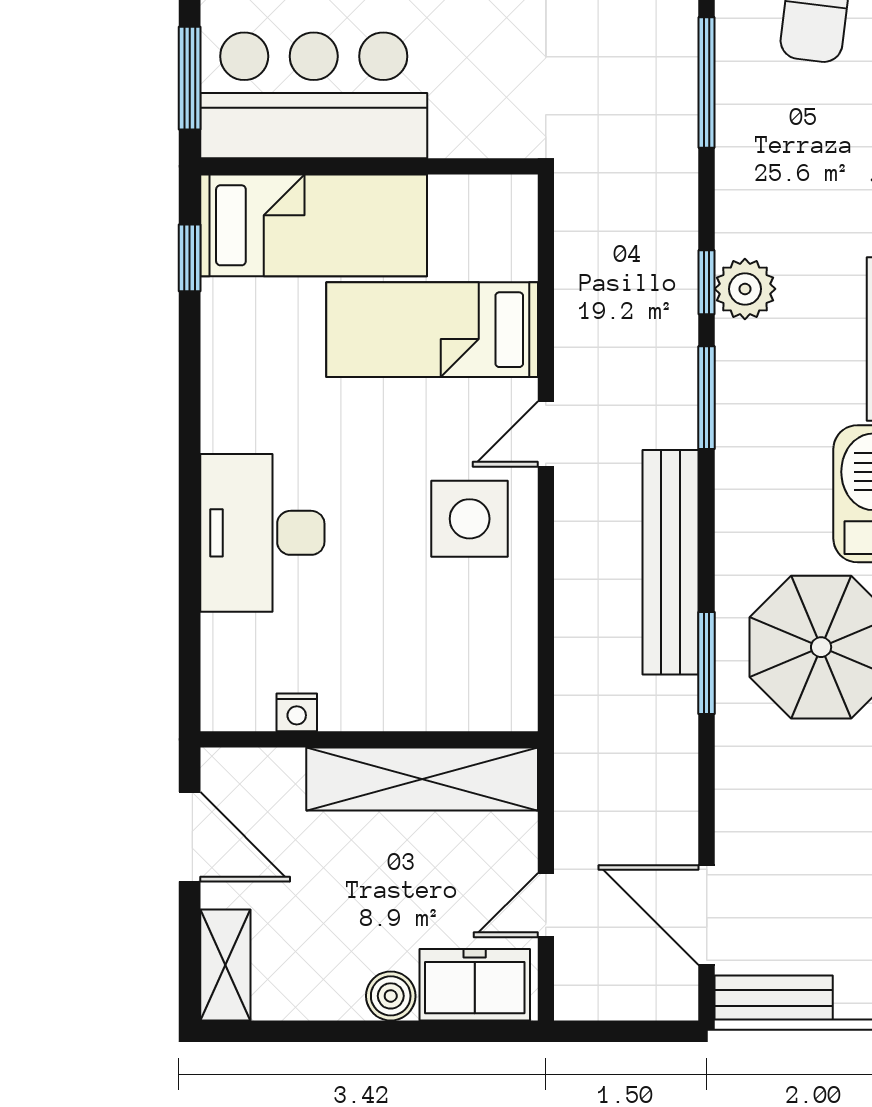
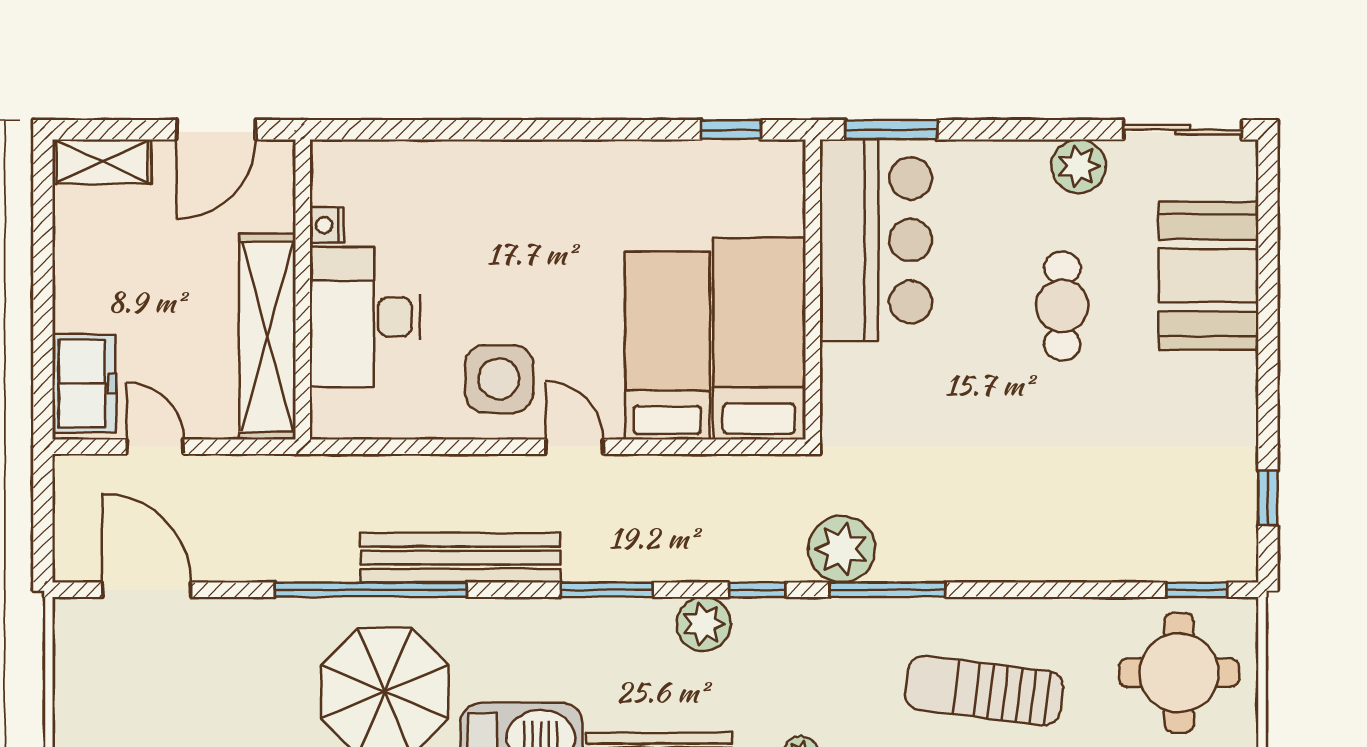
plant: (661, 134) -> (841, 549), added
bed: (314, 225) -> (759, 339), moved, turned 180
window: (707, 282) -> (757, 590), moved
desk: (262, 533) -> (365, 317), moved, turned -90
window: (707, 663) -> (371, 590), width x2.11
door: (707, 915) -> (146, 590), hinge flipped
boiler: (391, 996) -> (74, 309), removed
bench: (774, 998) -> (73, 649), removed

